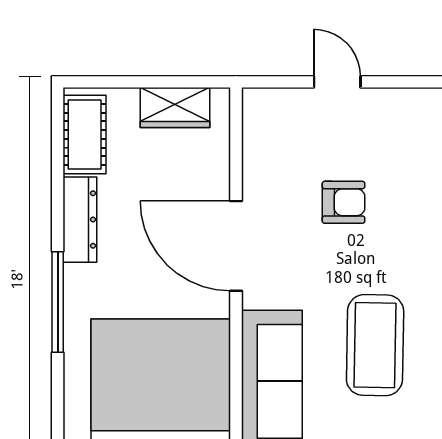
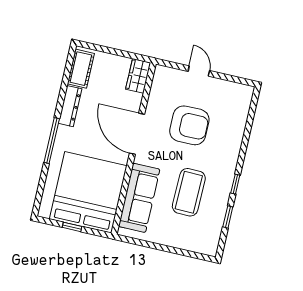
wardrobe: (175, 108) -> (138, 76), moved, turned 90
armchair: (344, 202) -> (189, 125), width x1.88, depth x1.88

